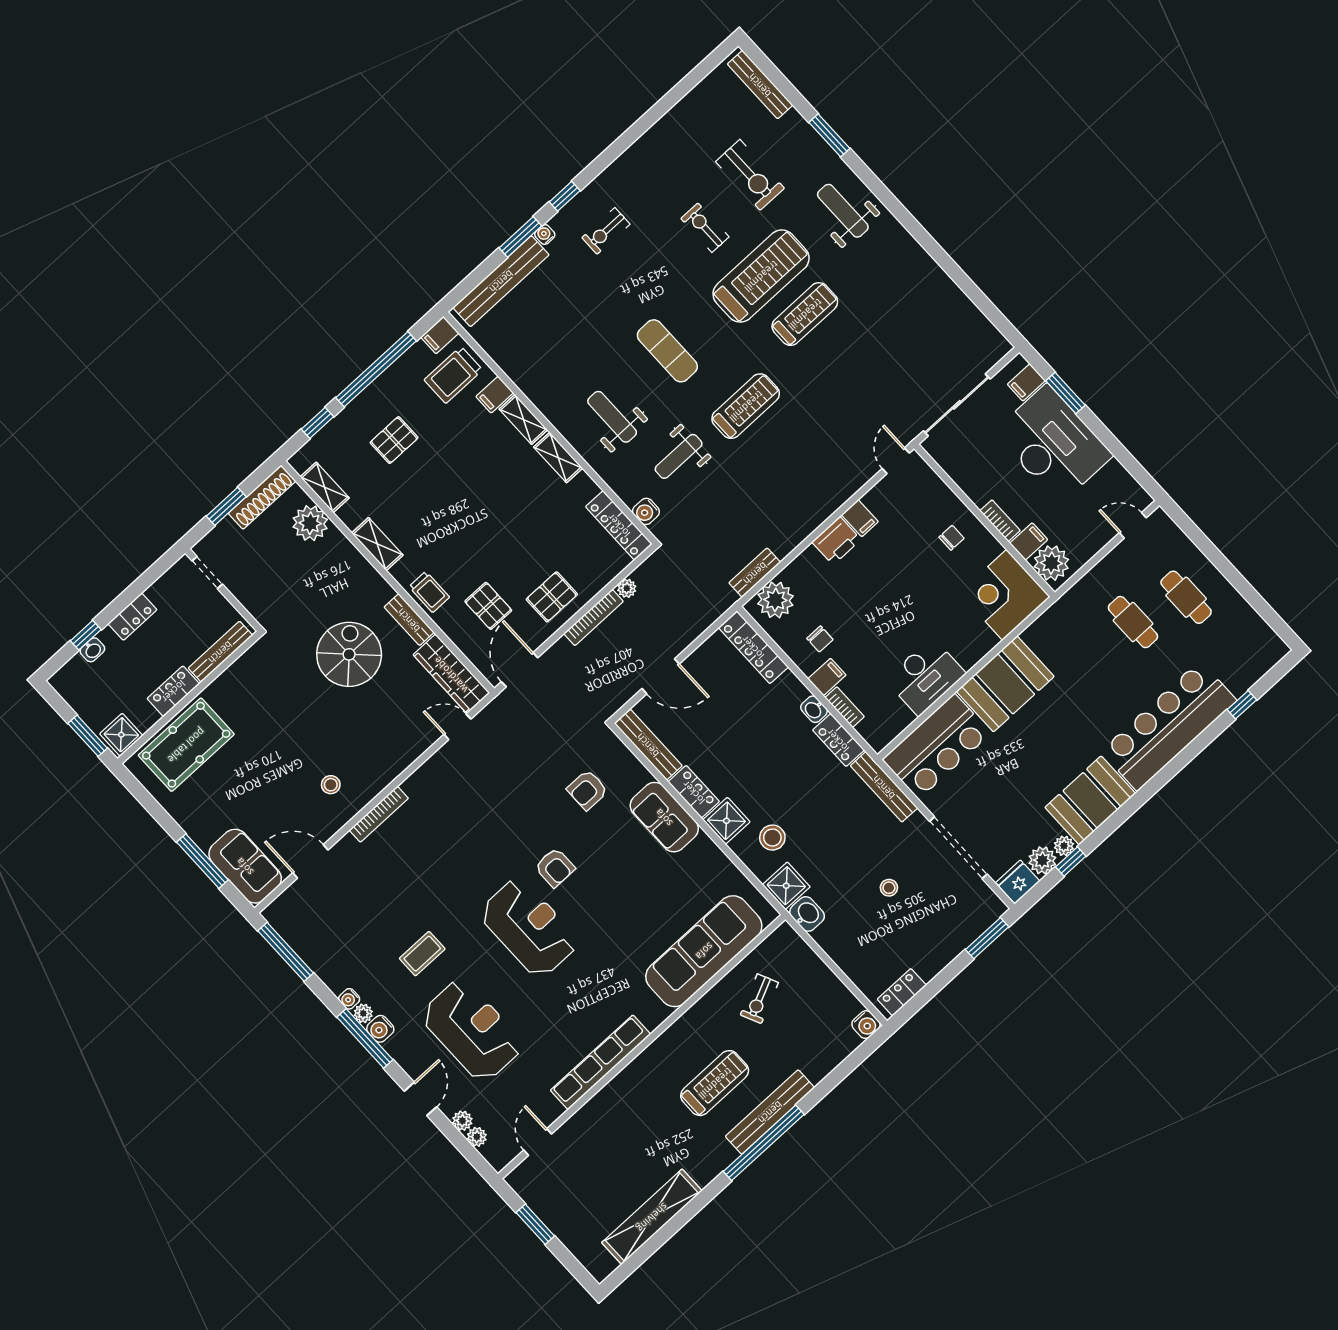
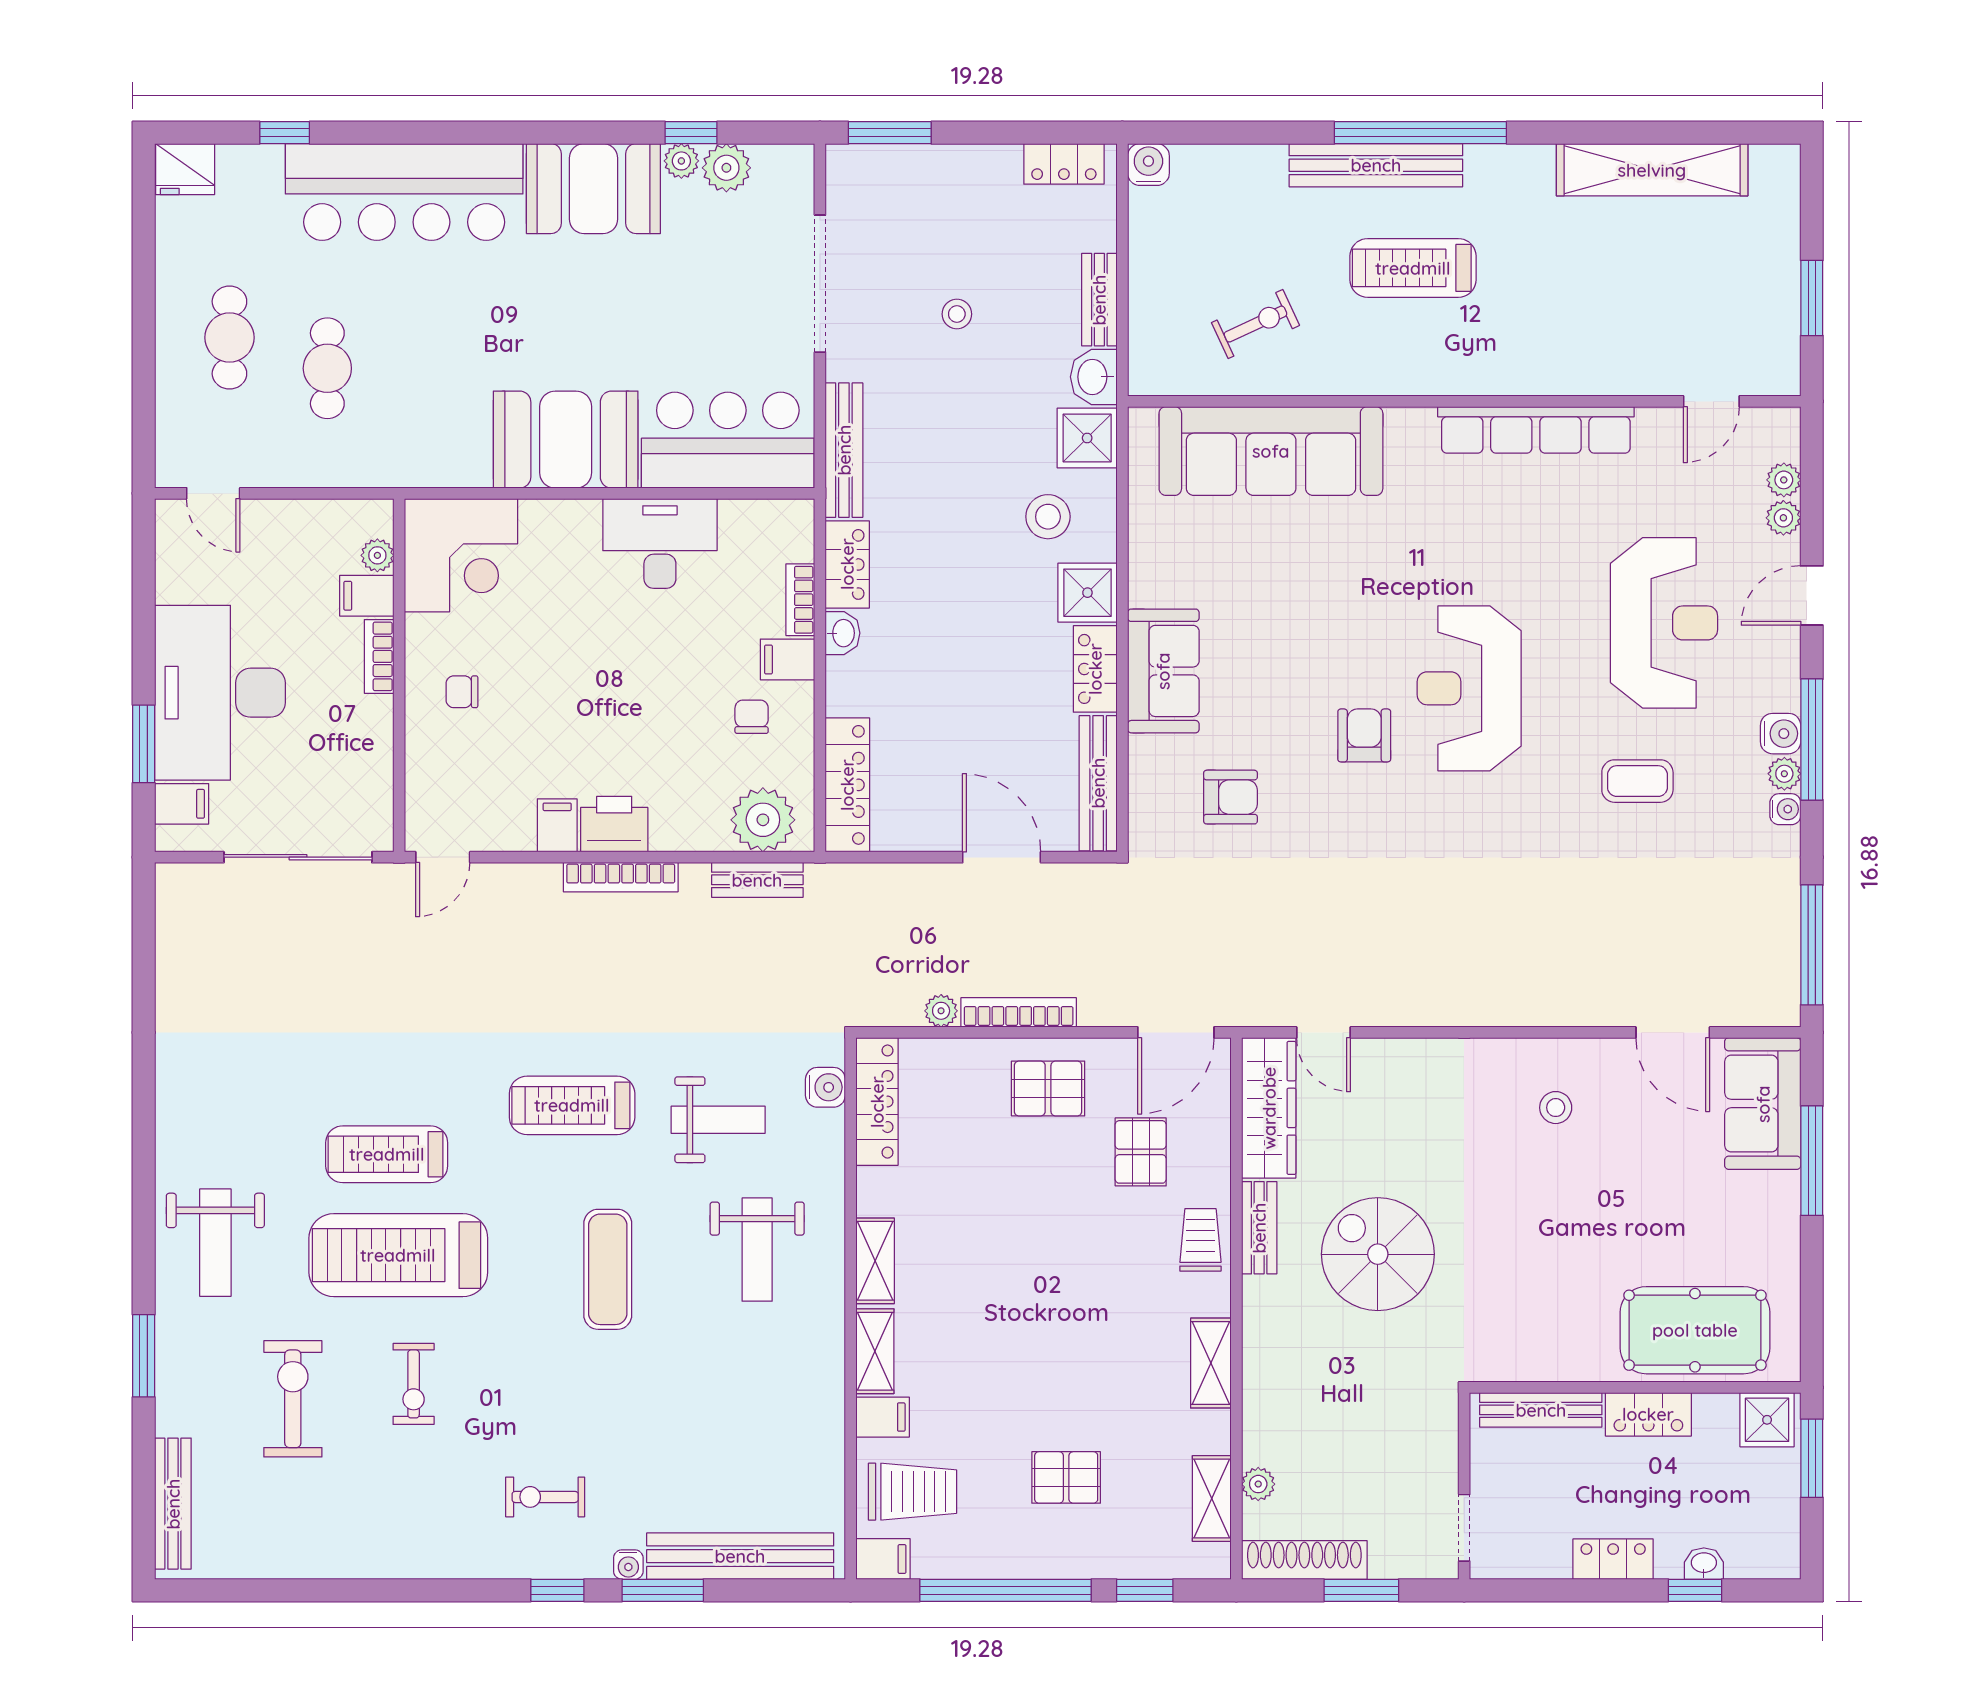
exercise bike: (606, 231) -> (545, 1497), turned 180
plant: (310, 523) -> (1258, 1484), width x0.53, depth x0.53
plant: (1051, 563) -> (377, 555), width x0.53, depth x0.53
spiral stairs: (349, 654) -> (1378, 1254), turned 90
bookcase: (379, 814) -> (621, 877), moved, turned 180
fridge: (1018, 882) -> (185, 169), moved
bench: (834, 949) -> (1099, 300), added
reception desk: (472, 1030) -> (1664, 623), turned 180

